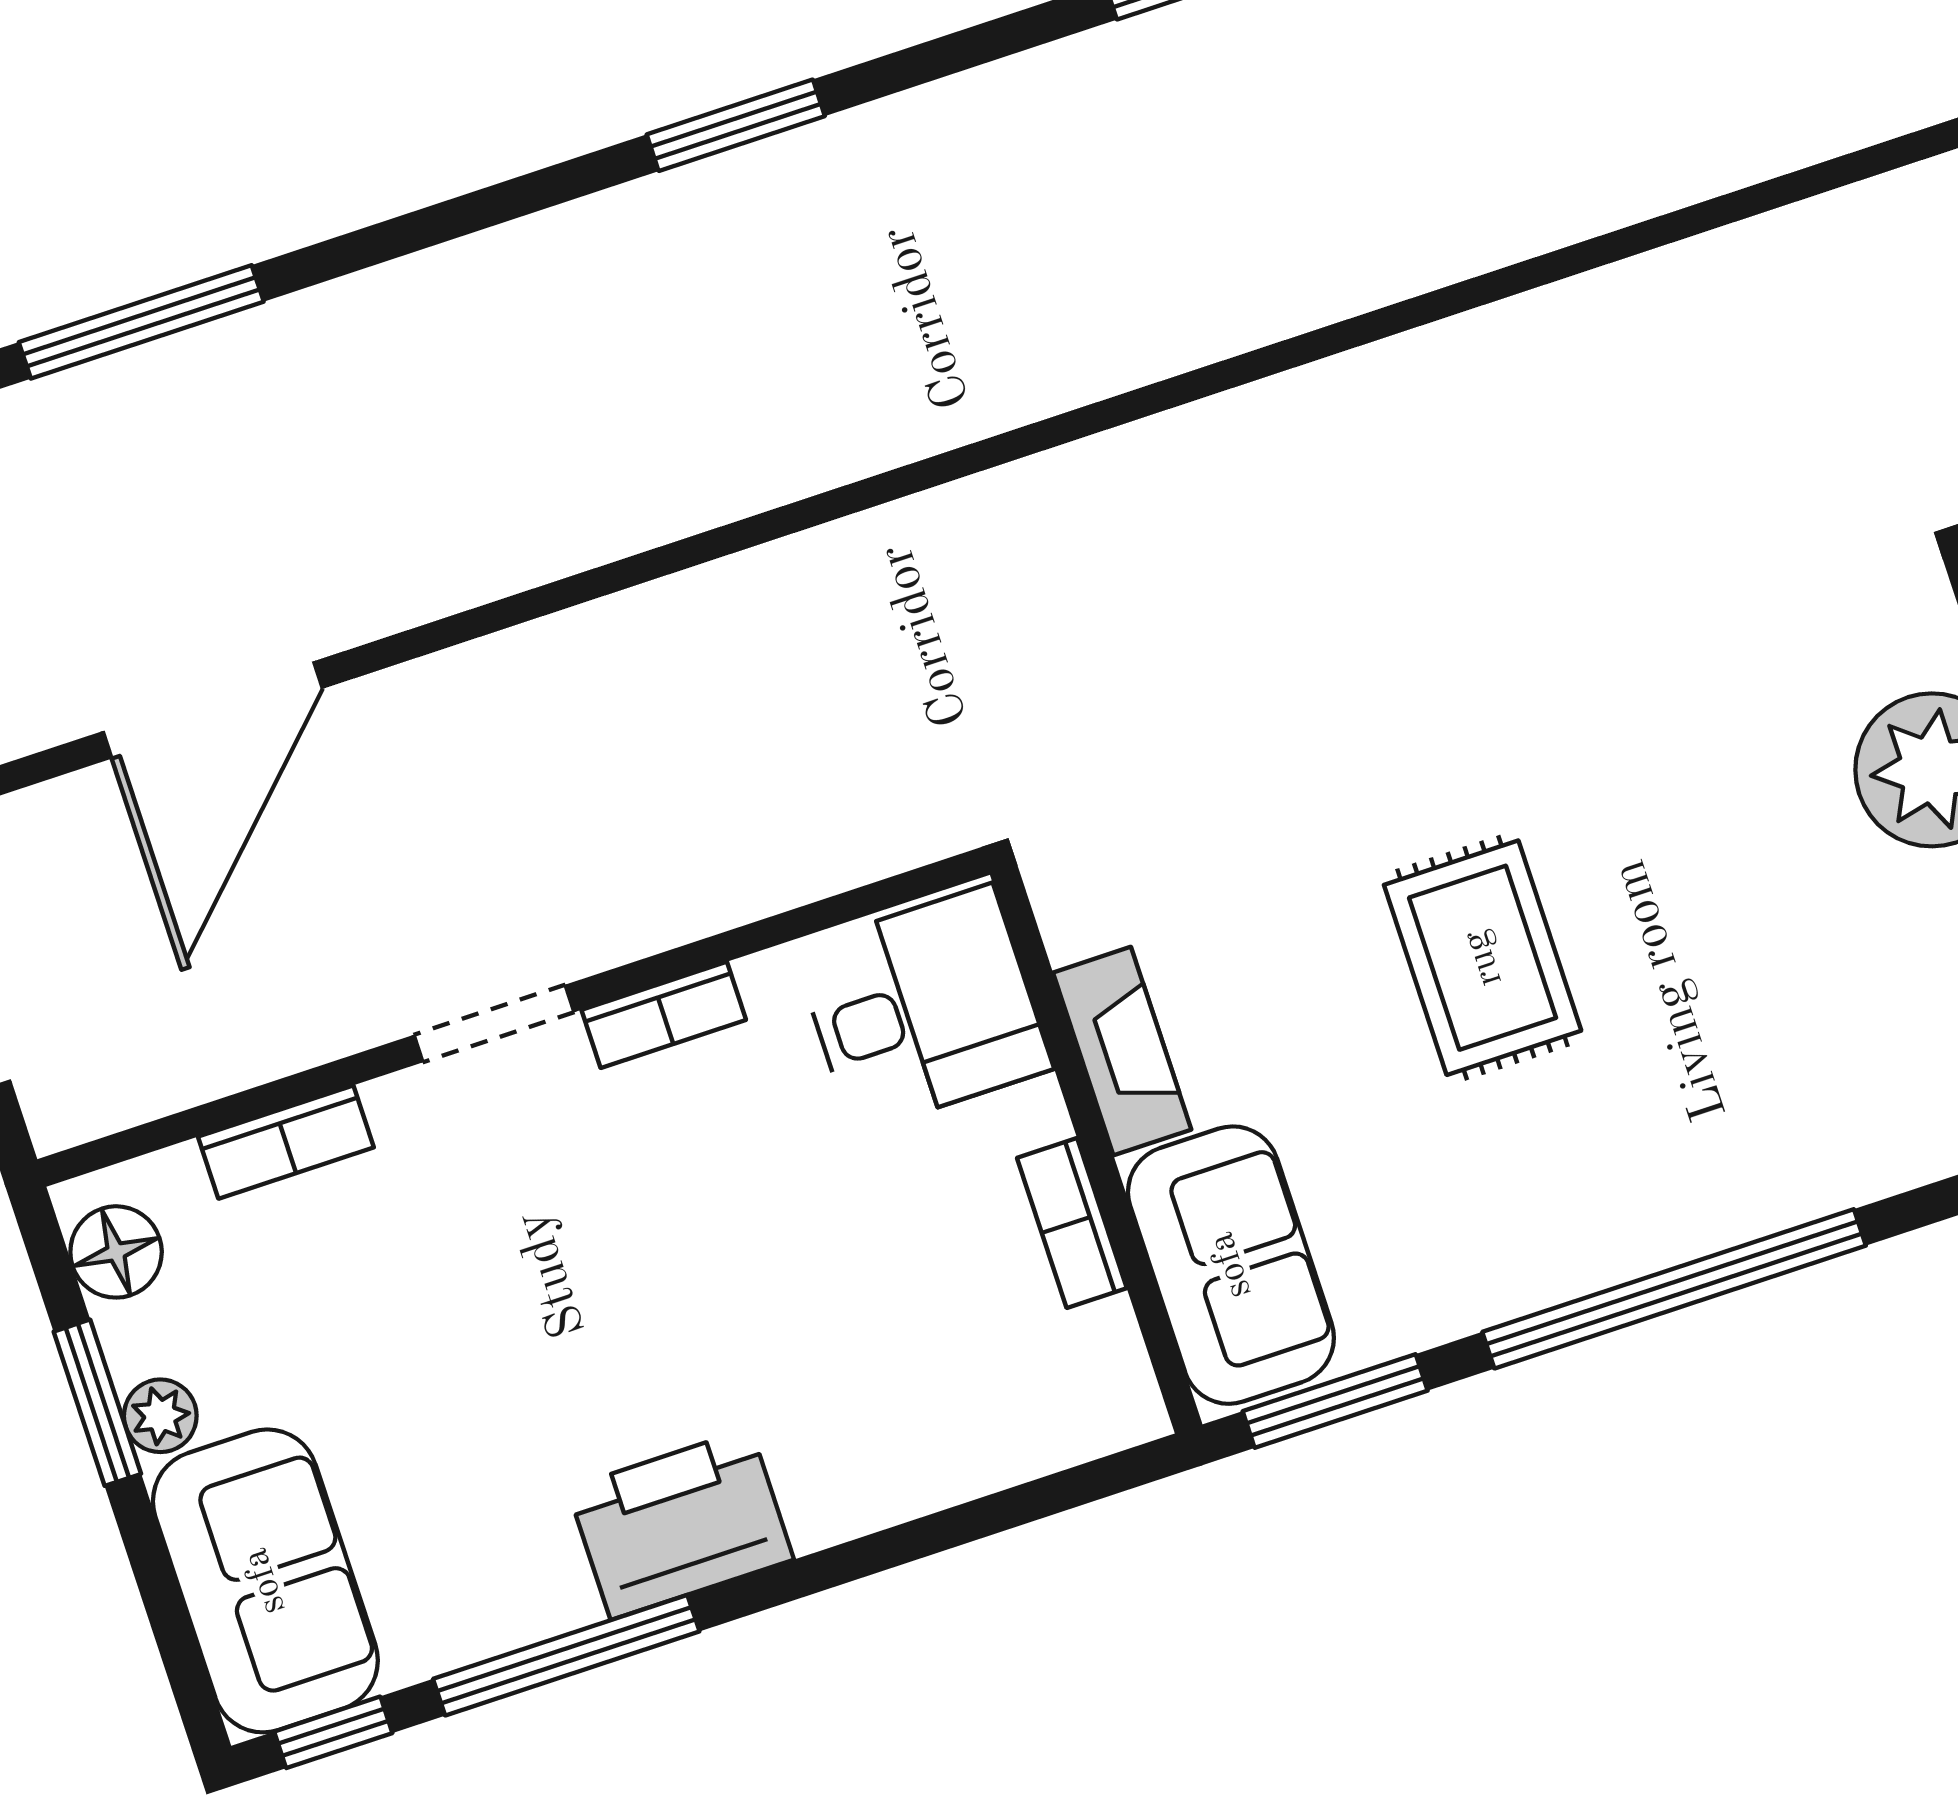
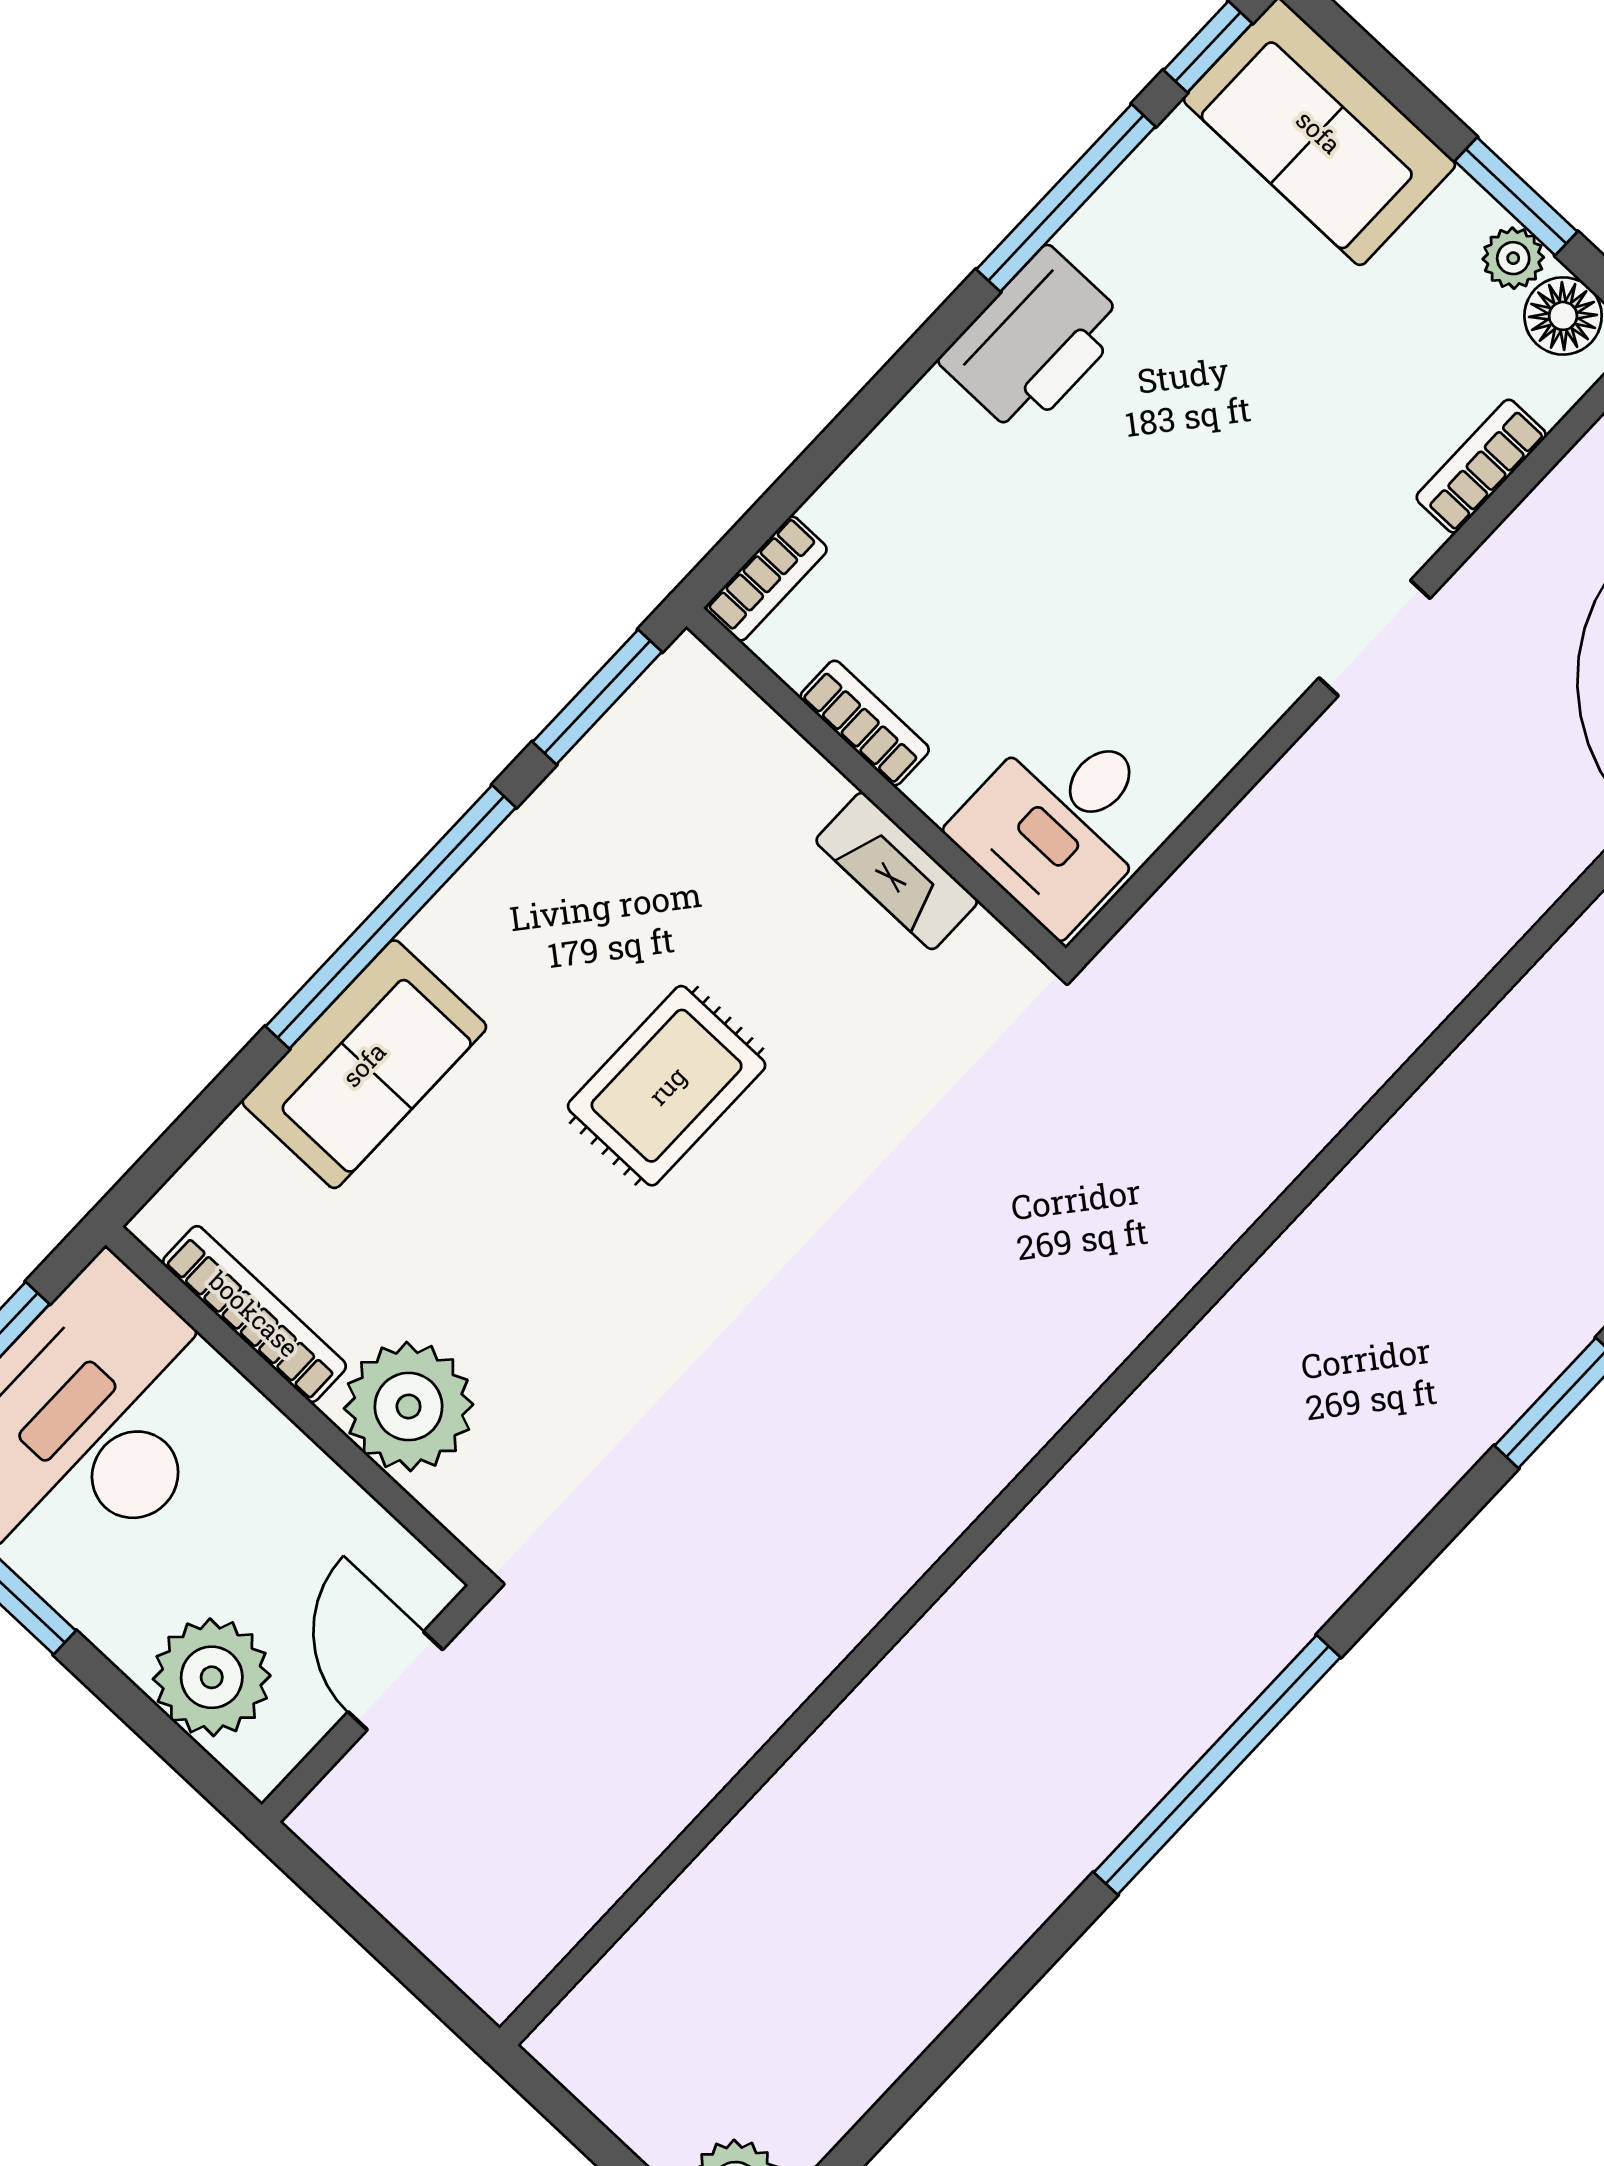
rug: (1483, 958) -> (667, 1086), turned 90
bookcase: (664, 1015) -> (766, 579), moved, turned 180
sofa: (1231, 1265) -> (364, 1064), moved, turned -90
plant: (160, 1416) -> (1513, 258), moved

